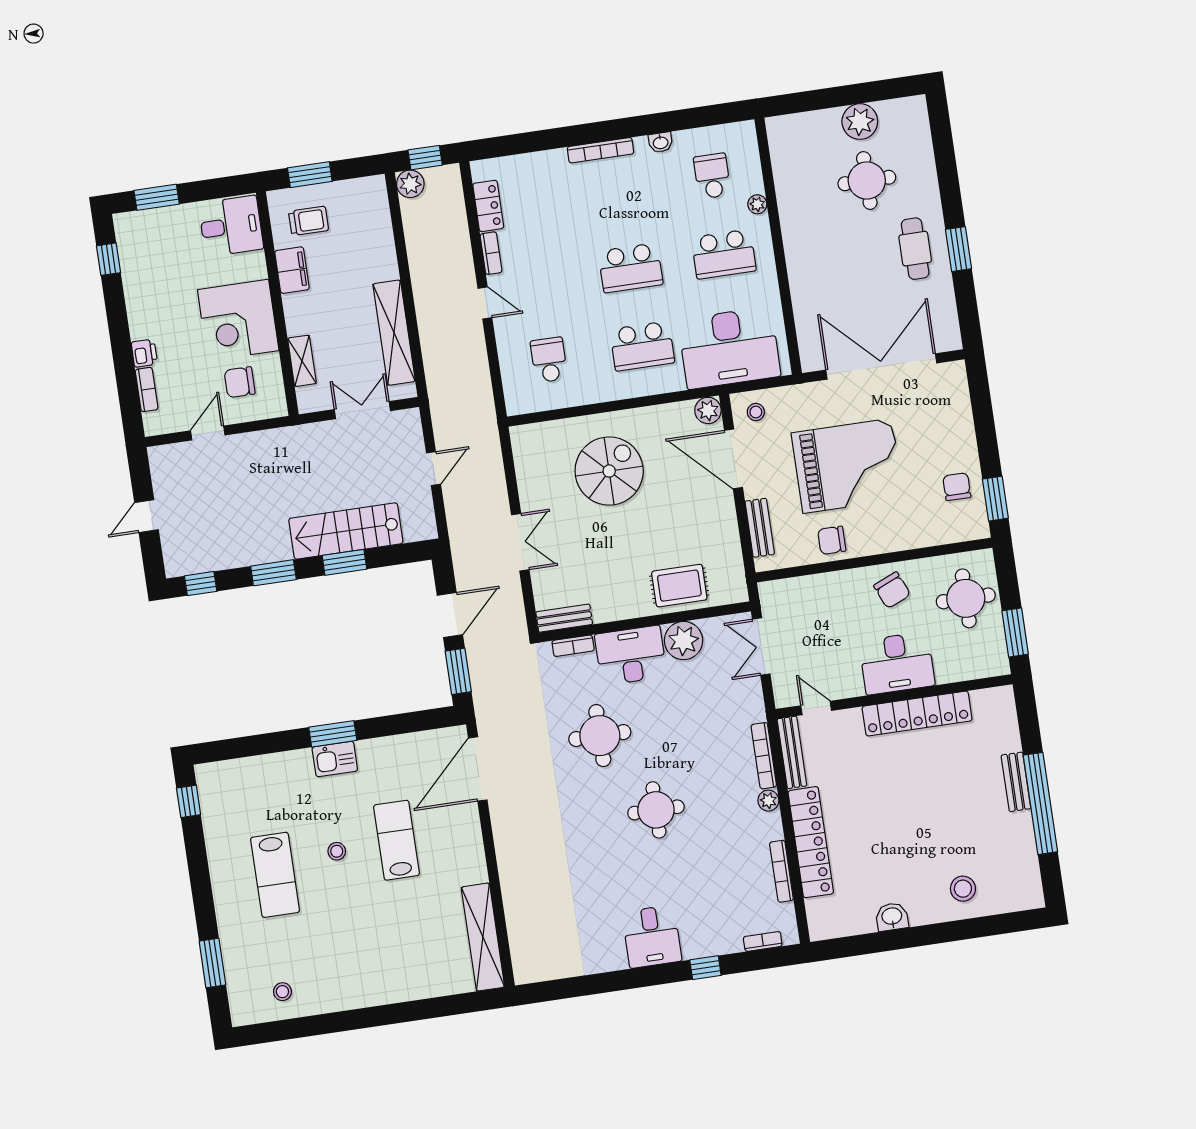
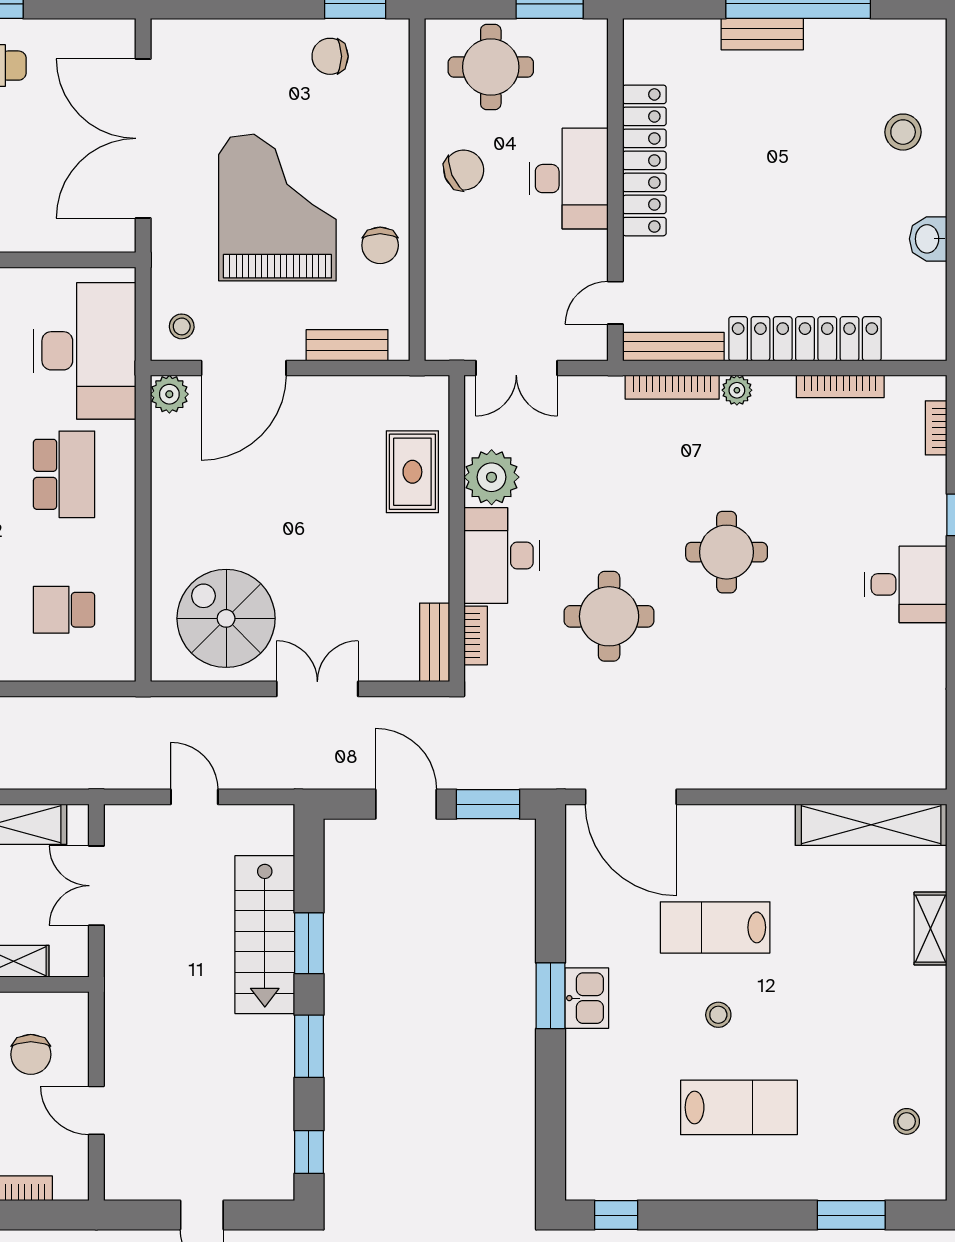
spiral stairs: (609, 471) -> (226, 618), moved
shelving: (418, 989) -> (931, 929), added

